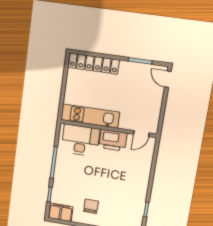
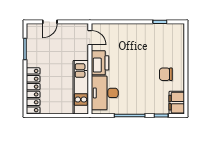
door: (168, 79) -> (50, 22), moved

